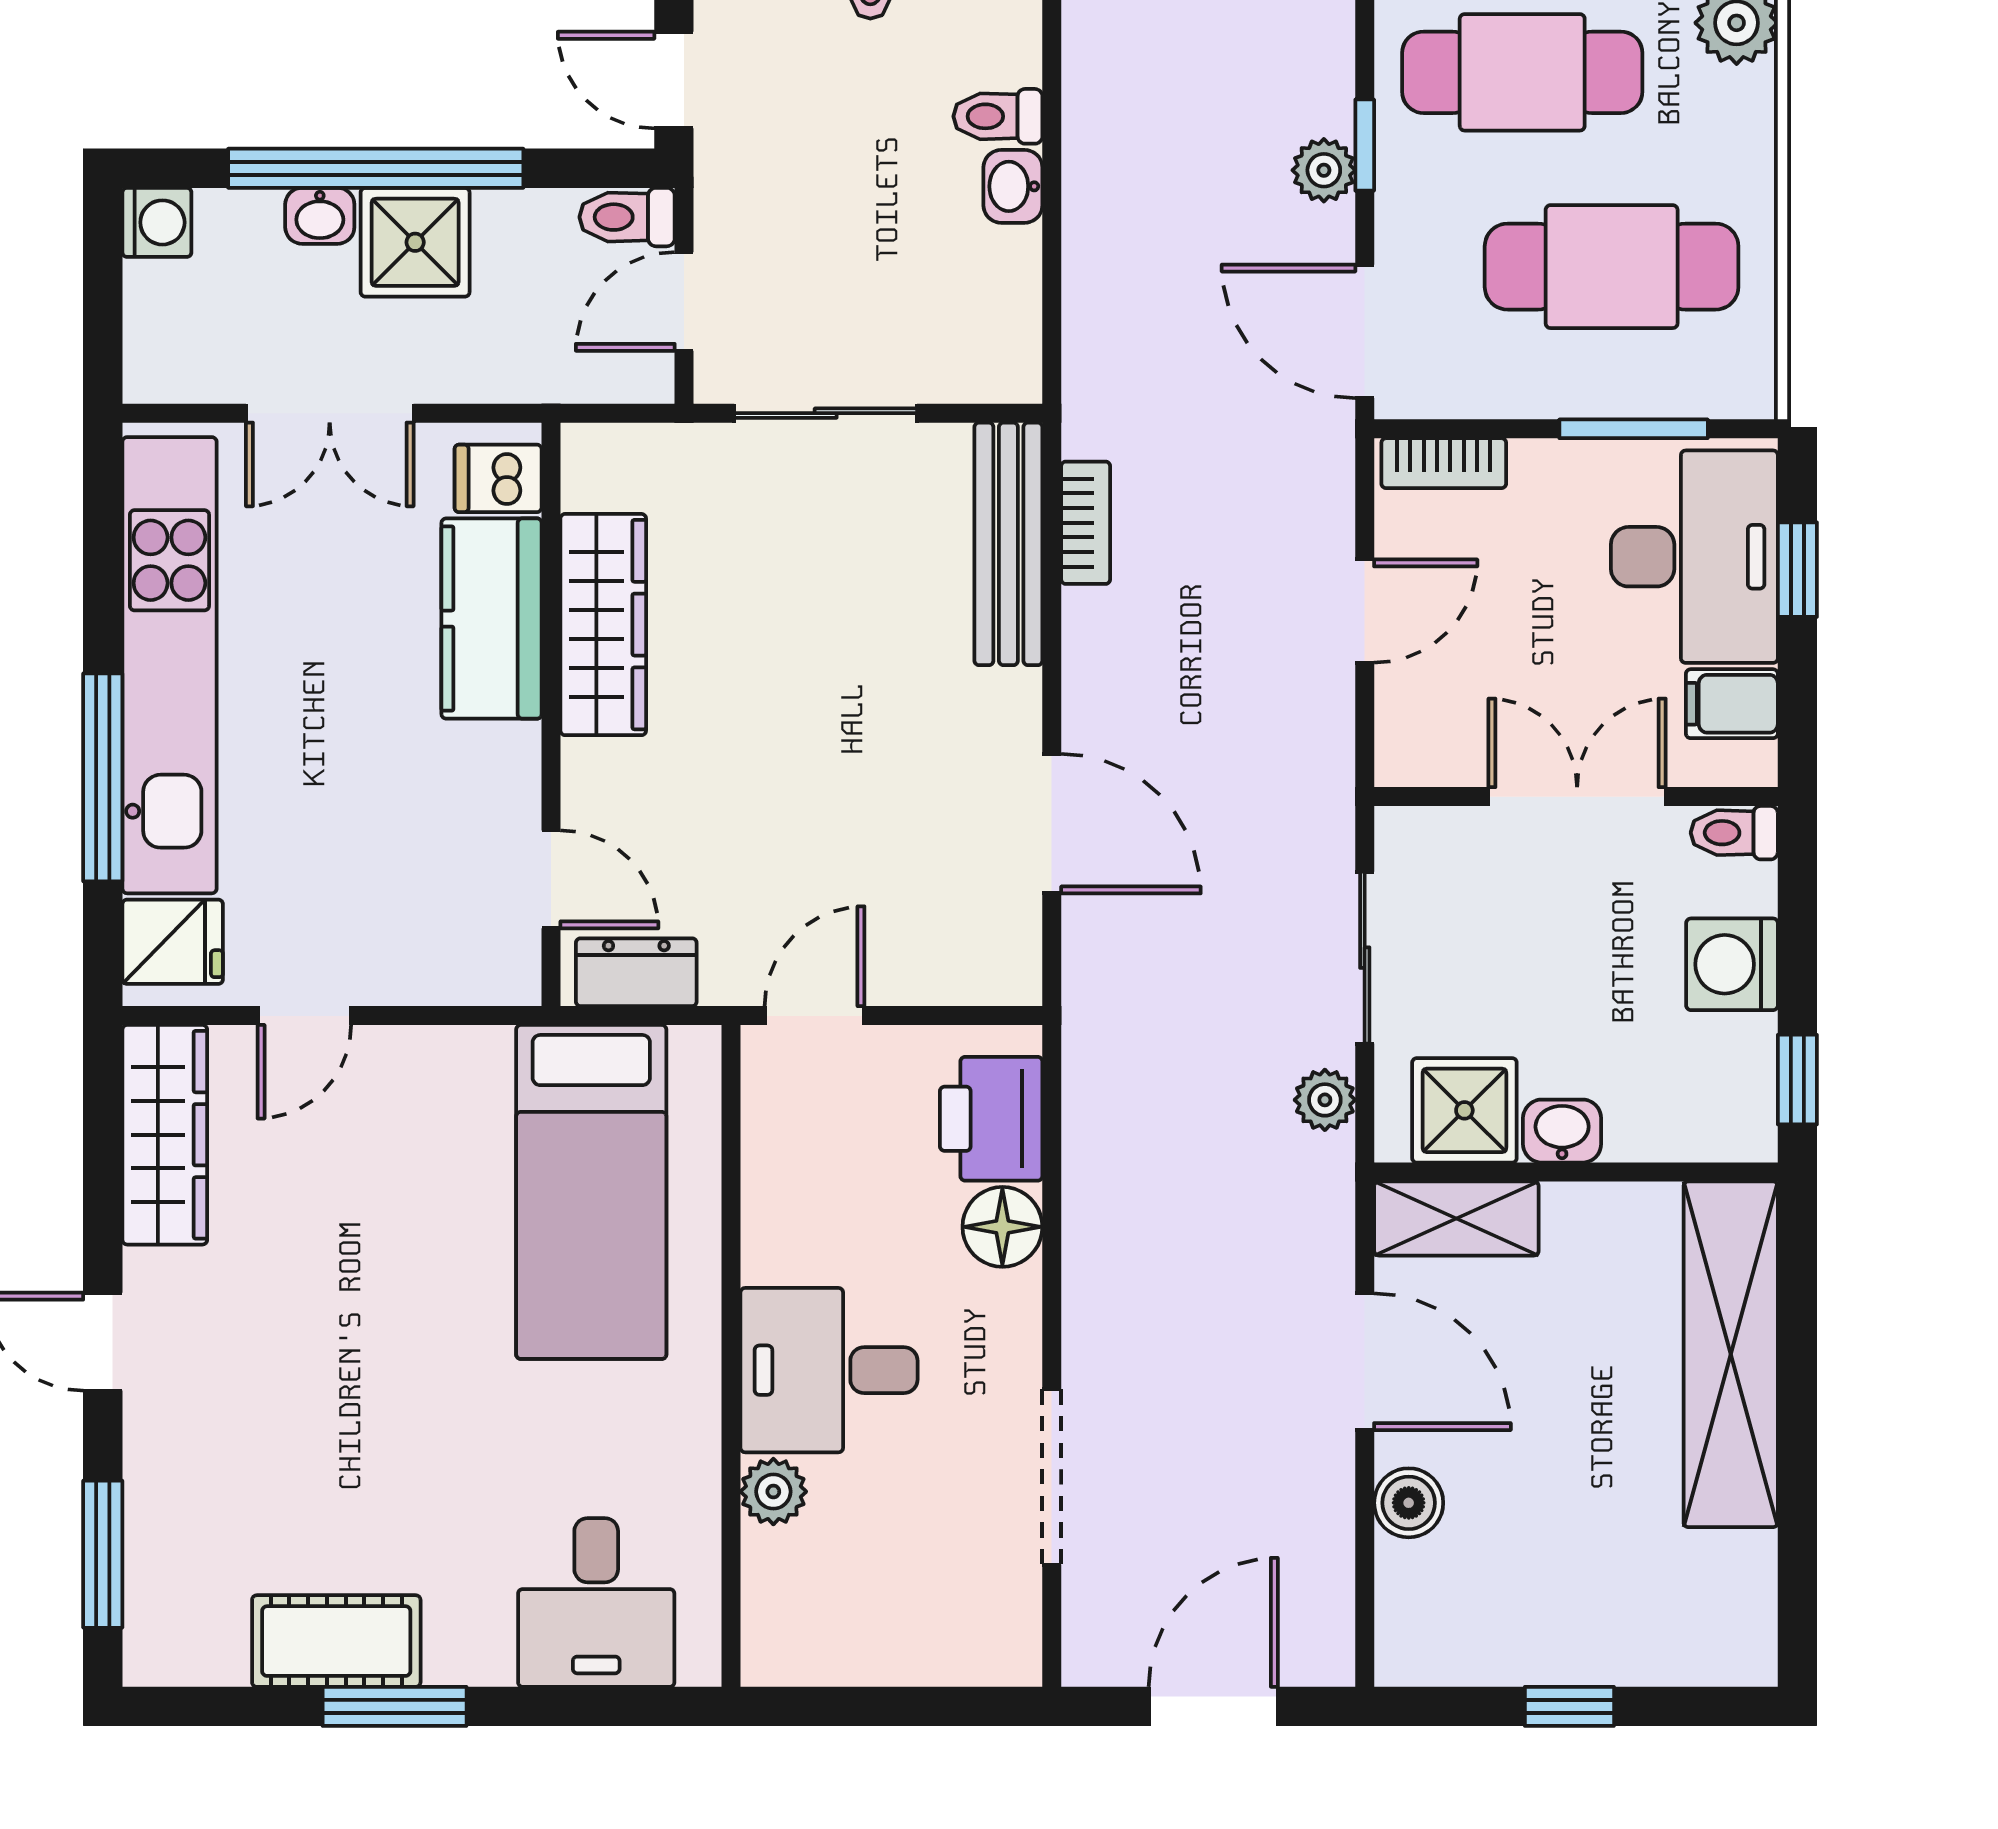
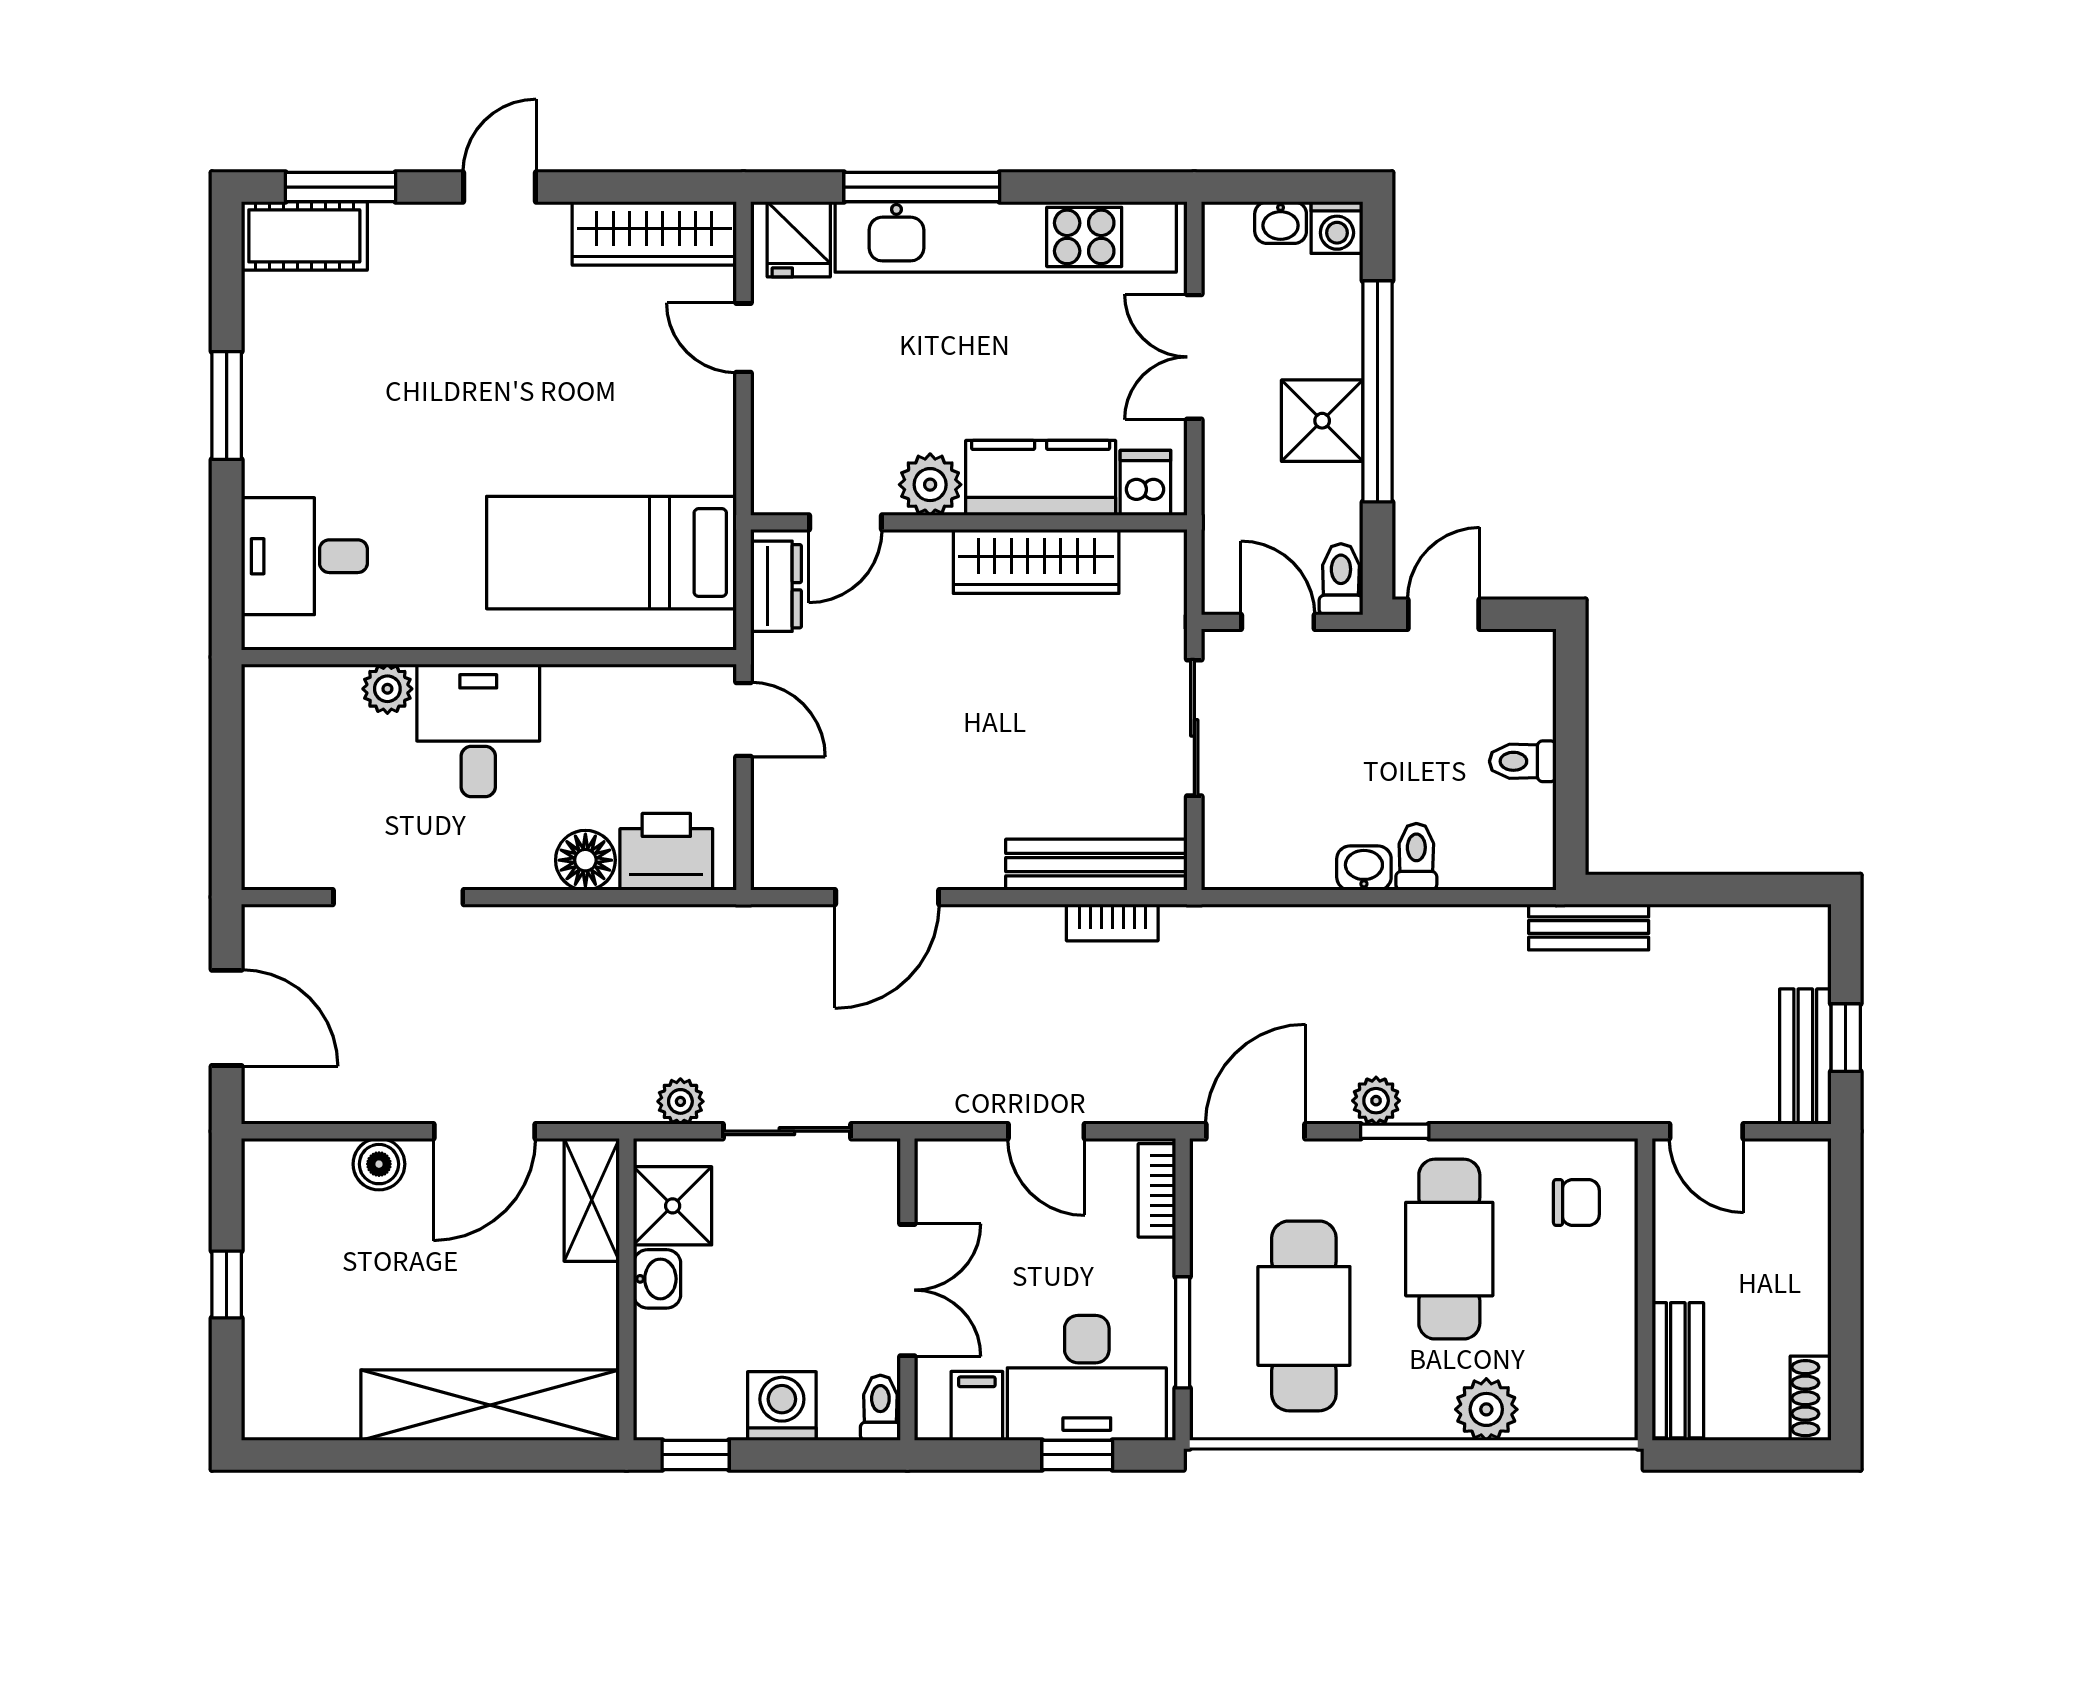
washbasin: (320, 216) -> (1281, 223), moved, turned -90
plant: (500, 766) -> (930, 485), added
cot: (336, 1641) -> (304, 236), moved, turned 90

